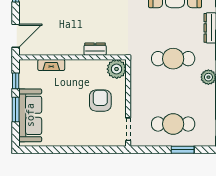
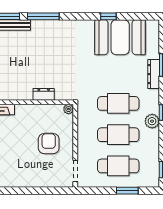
plant: (117, 69) -> (68, 109), width x0.53, depth x0.53
cafe table: (173, 91) -> (118, 135), added

